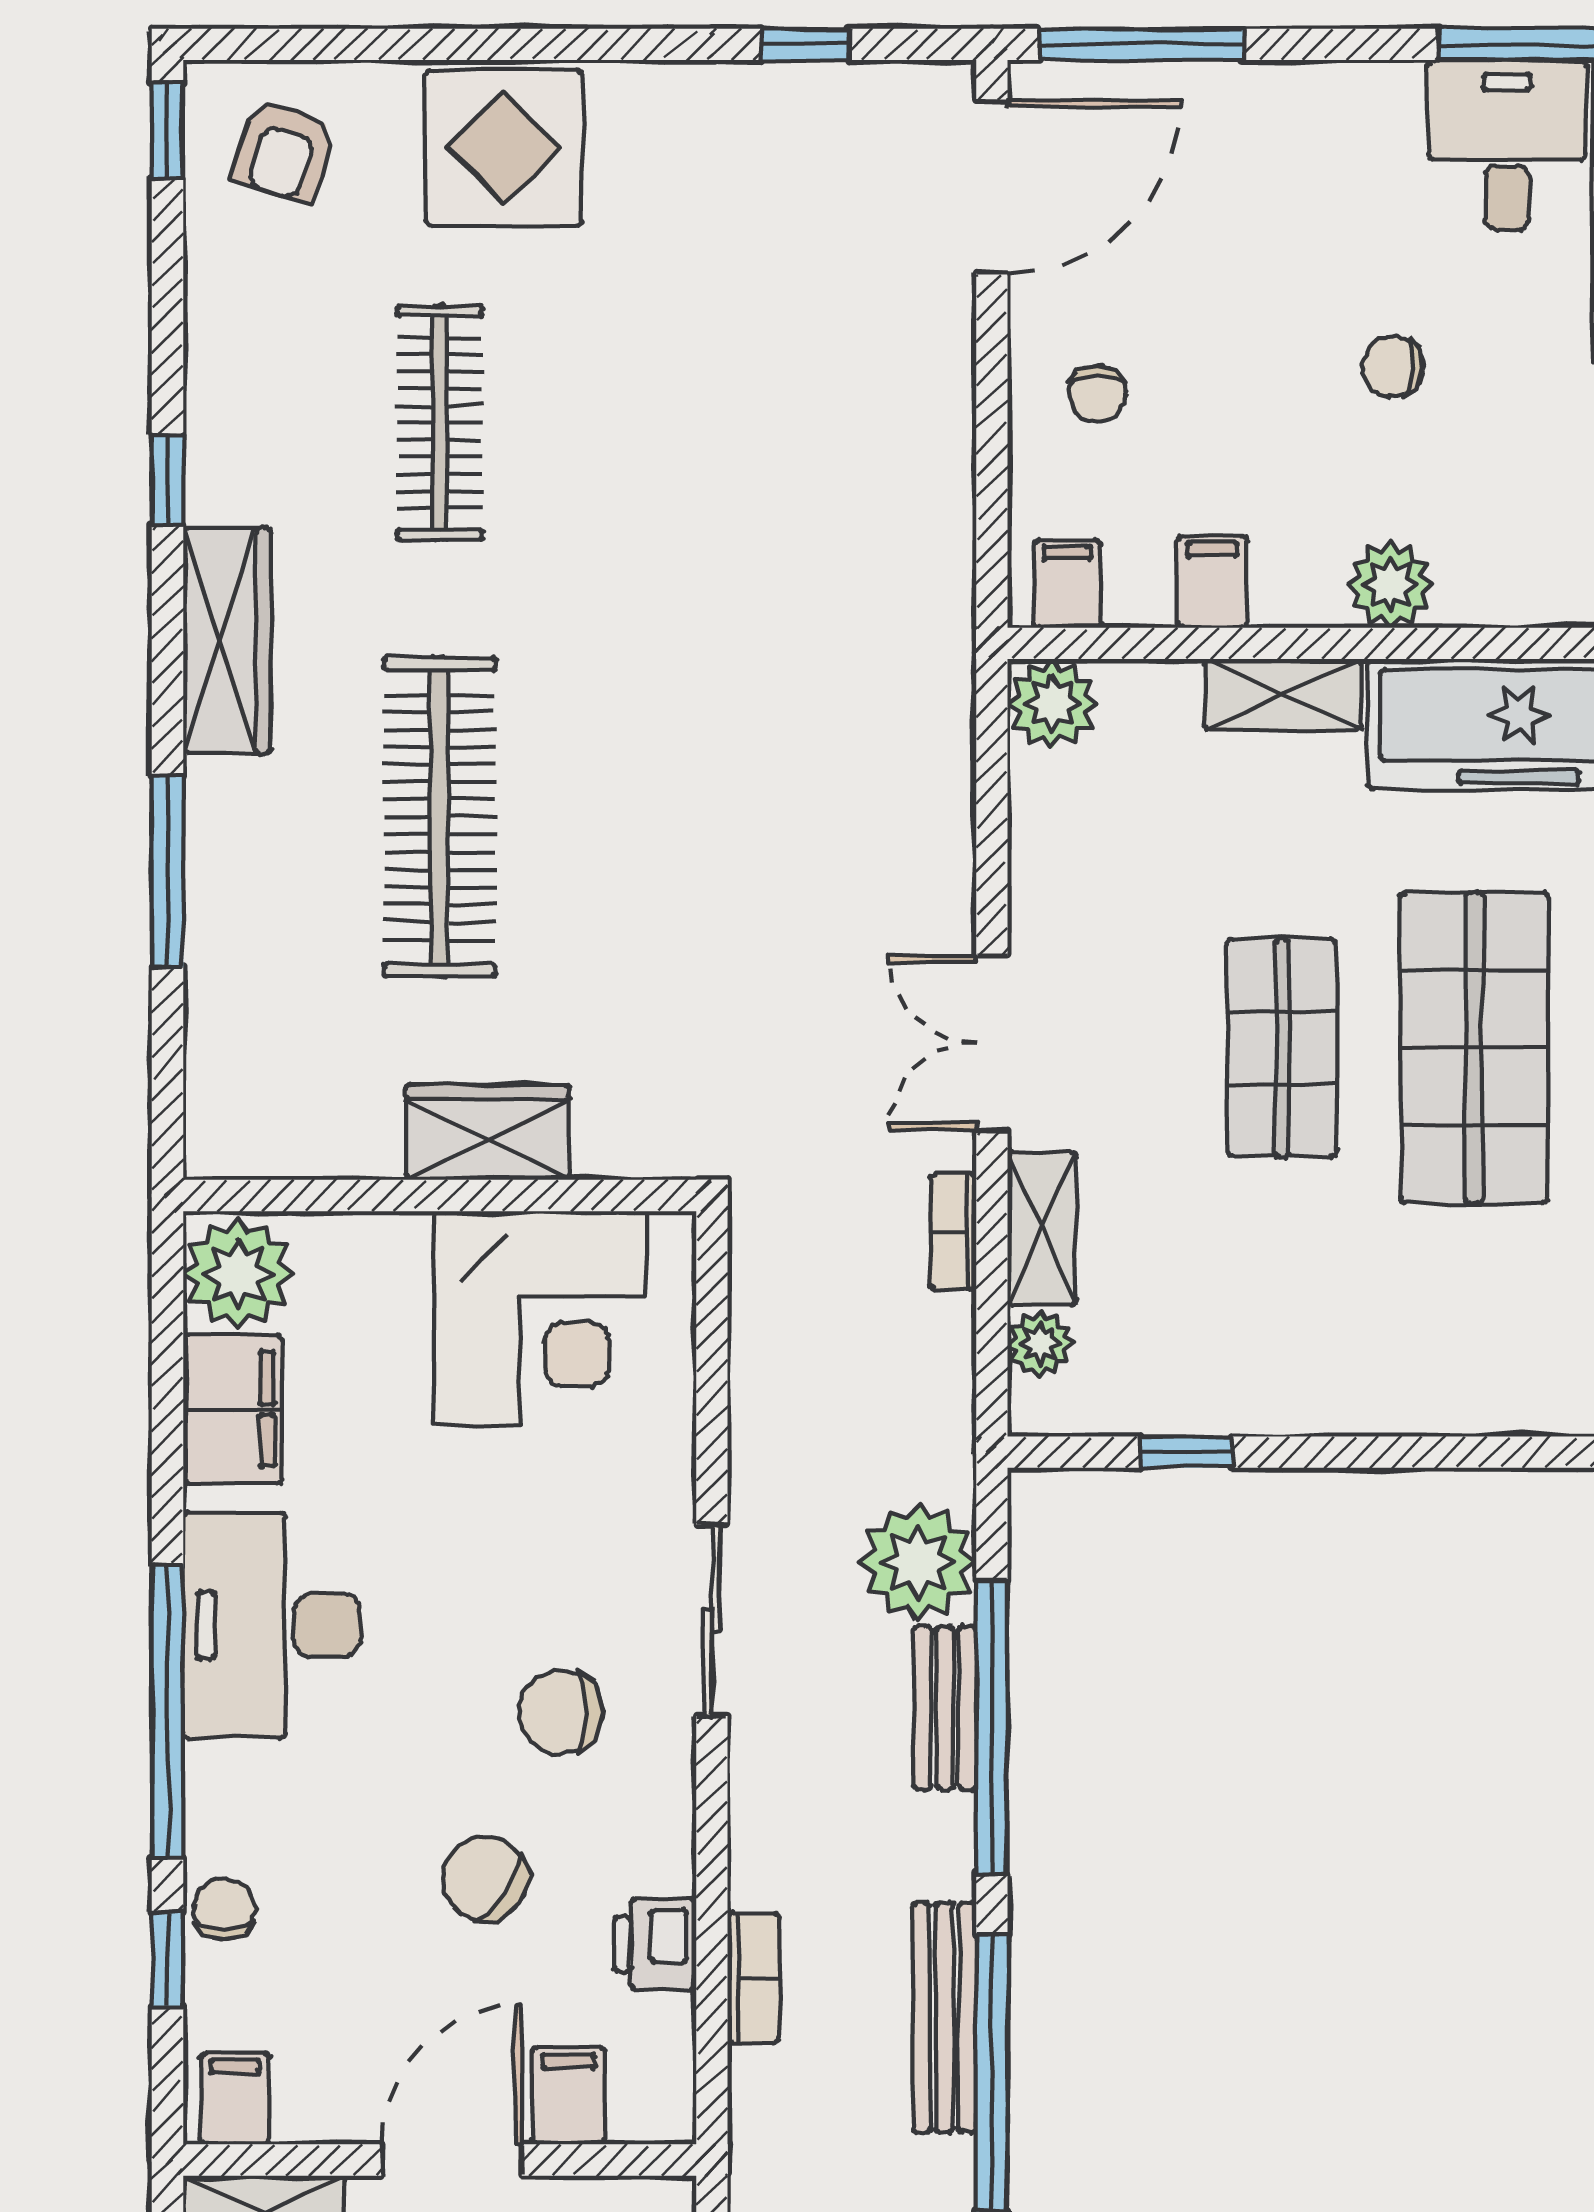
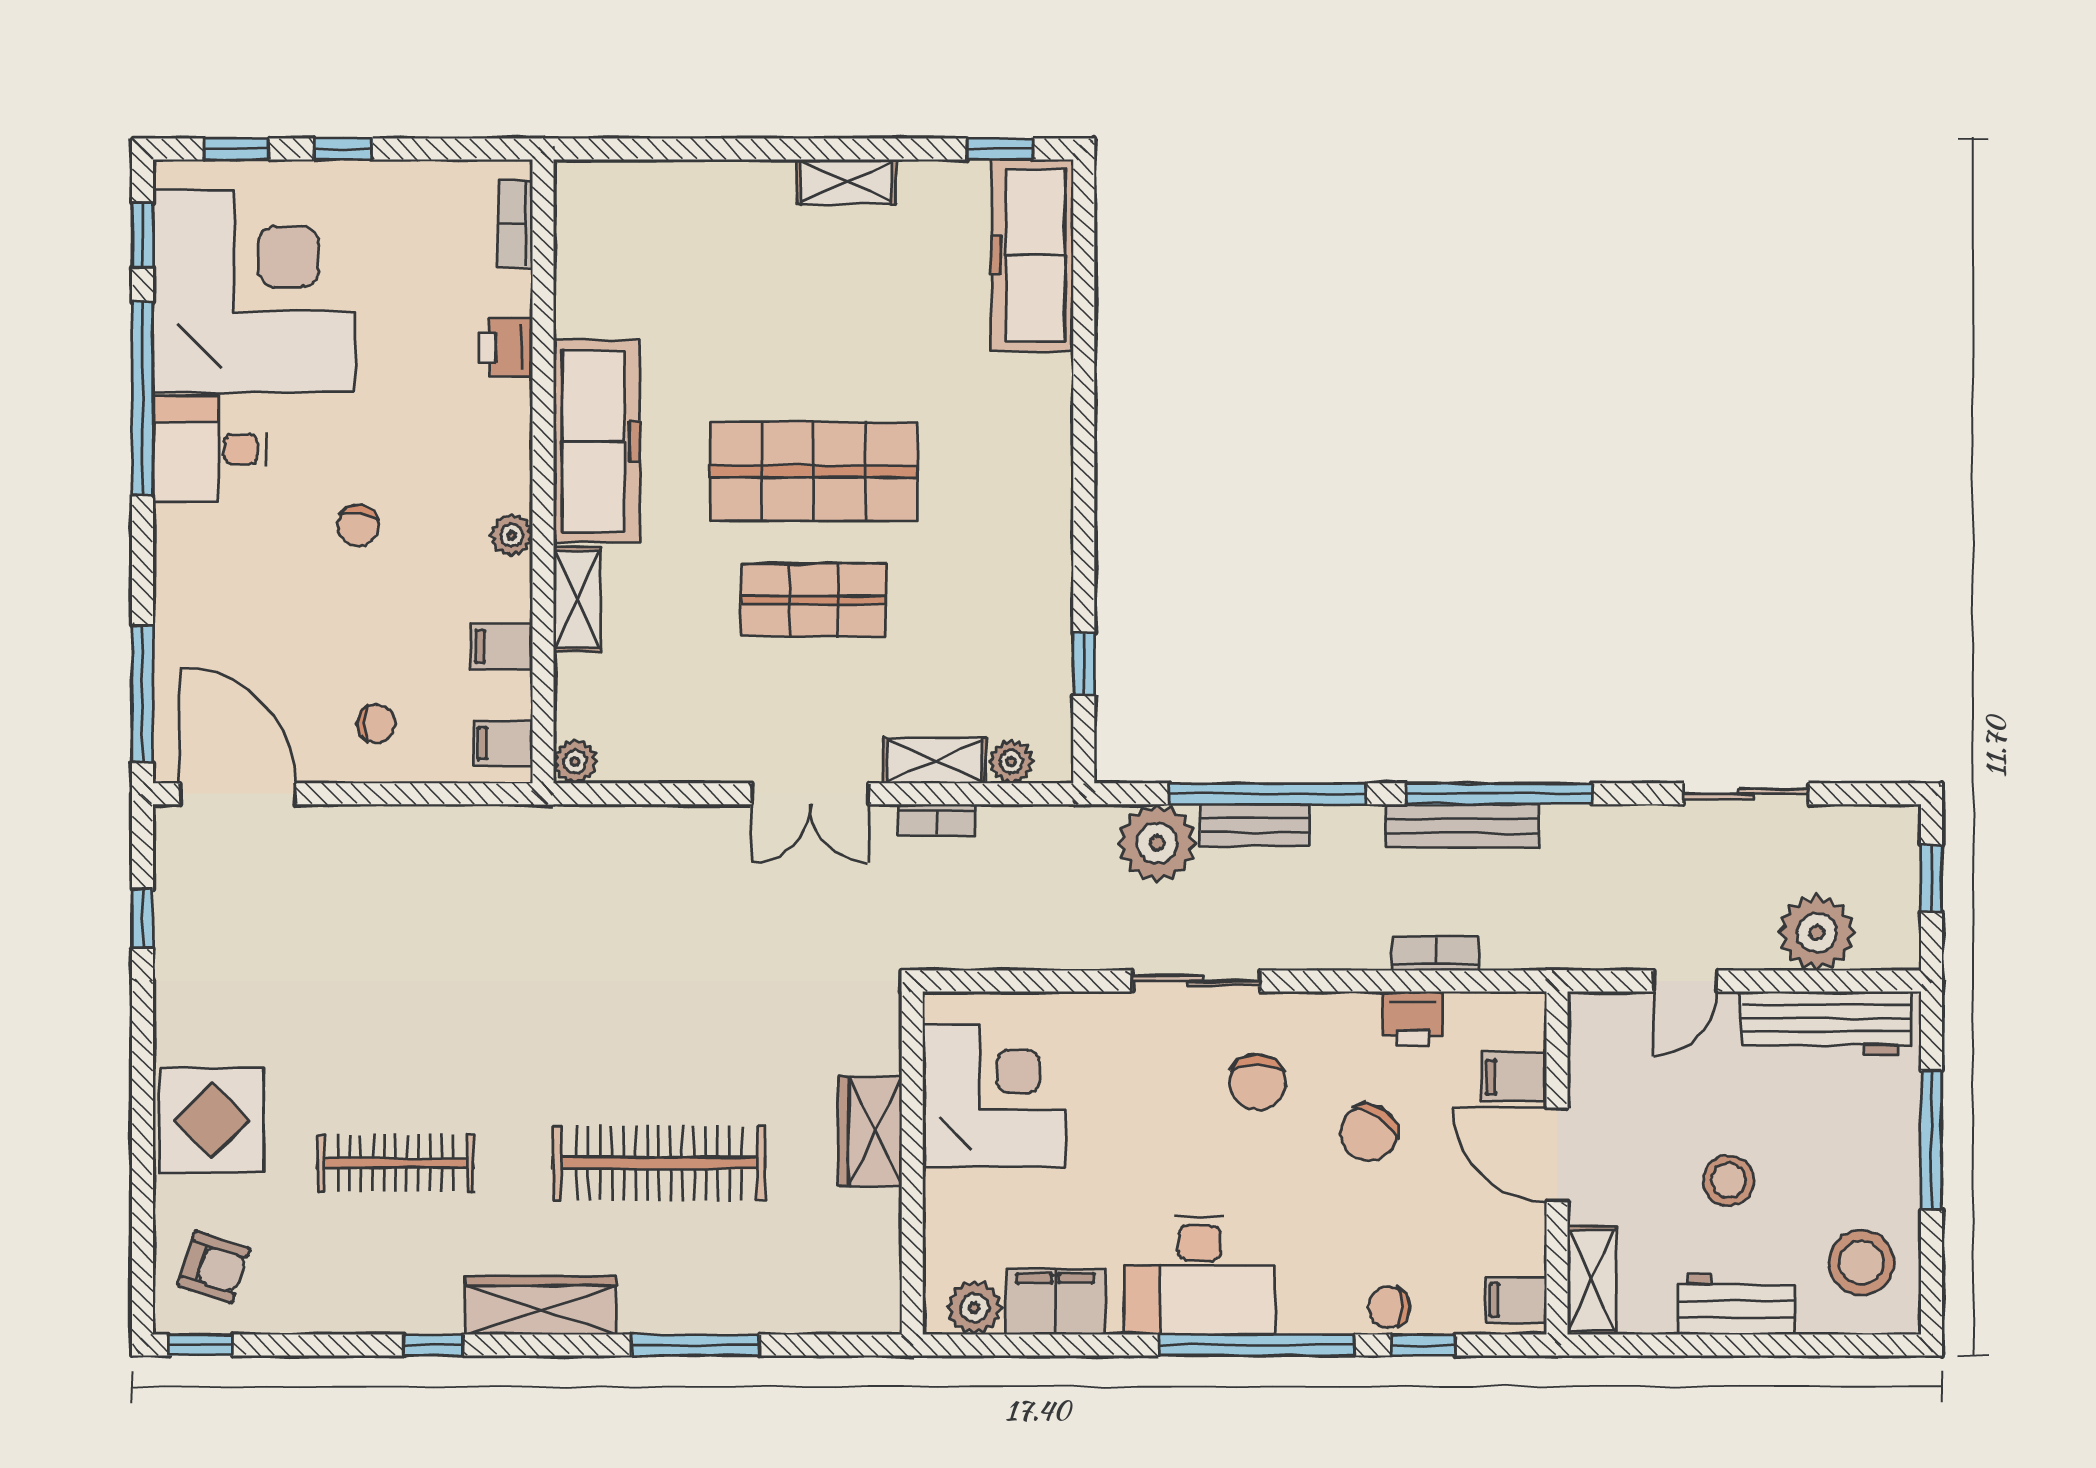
plant: (1390, 585) -> (512, 535), width x0.73, depth x0.73
plant: (1052, 704) -> (575, 762), width x0.73, depth x0.73
plant: (238, 1274) -> (974, 1308), width x0.73, depth x0.73

